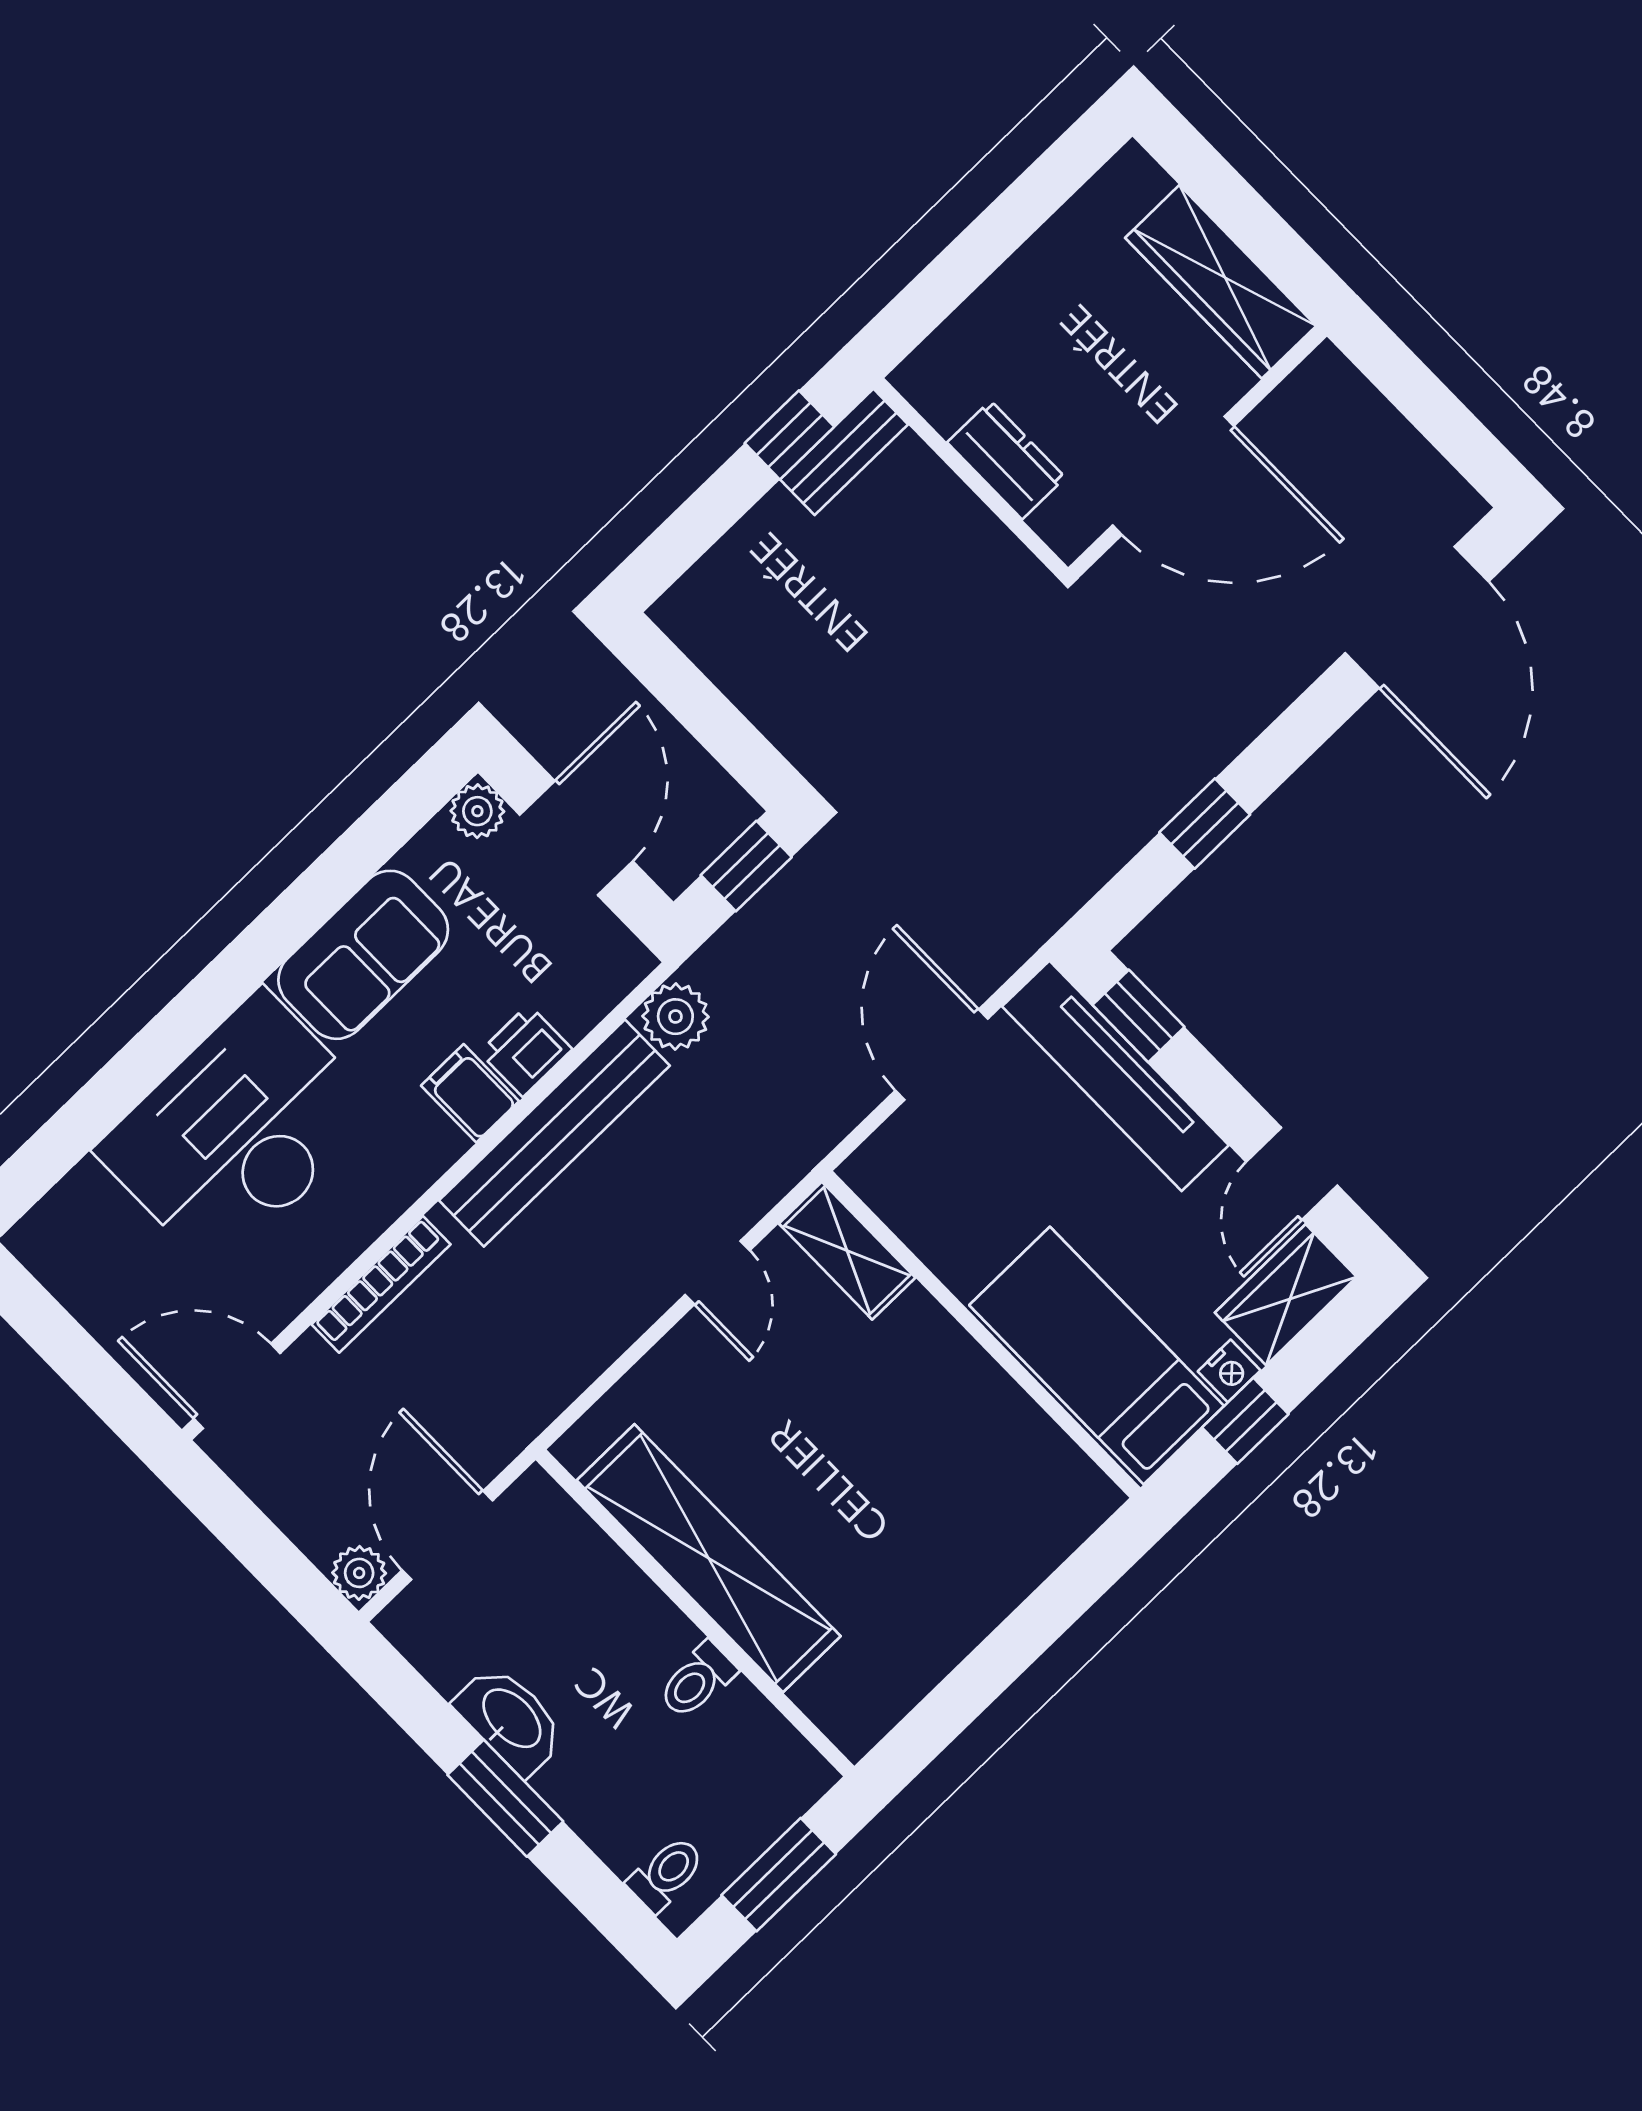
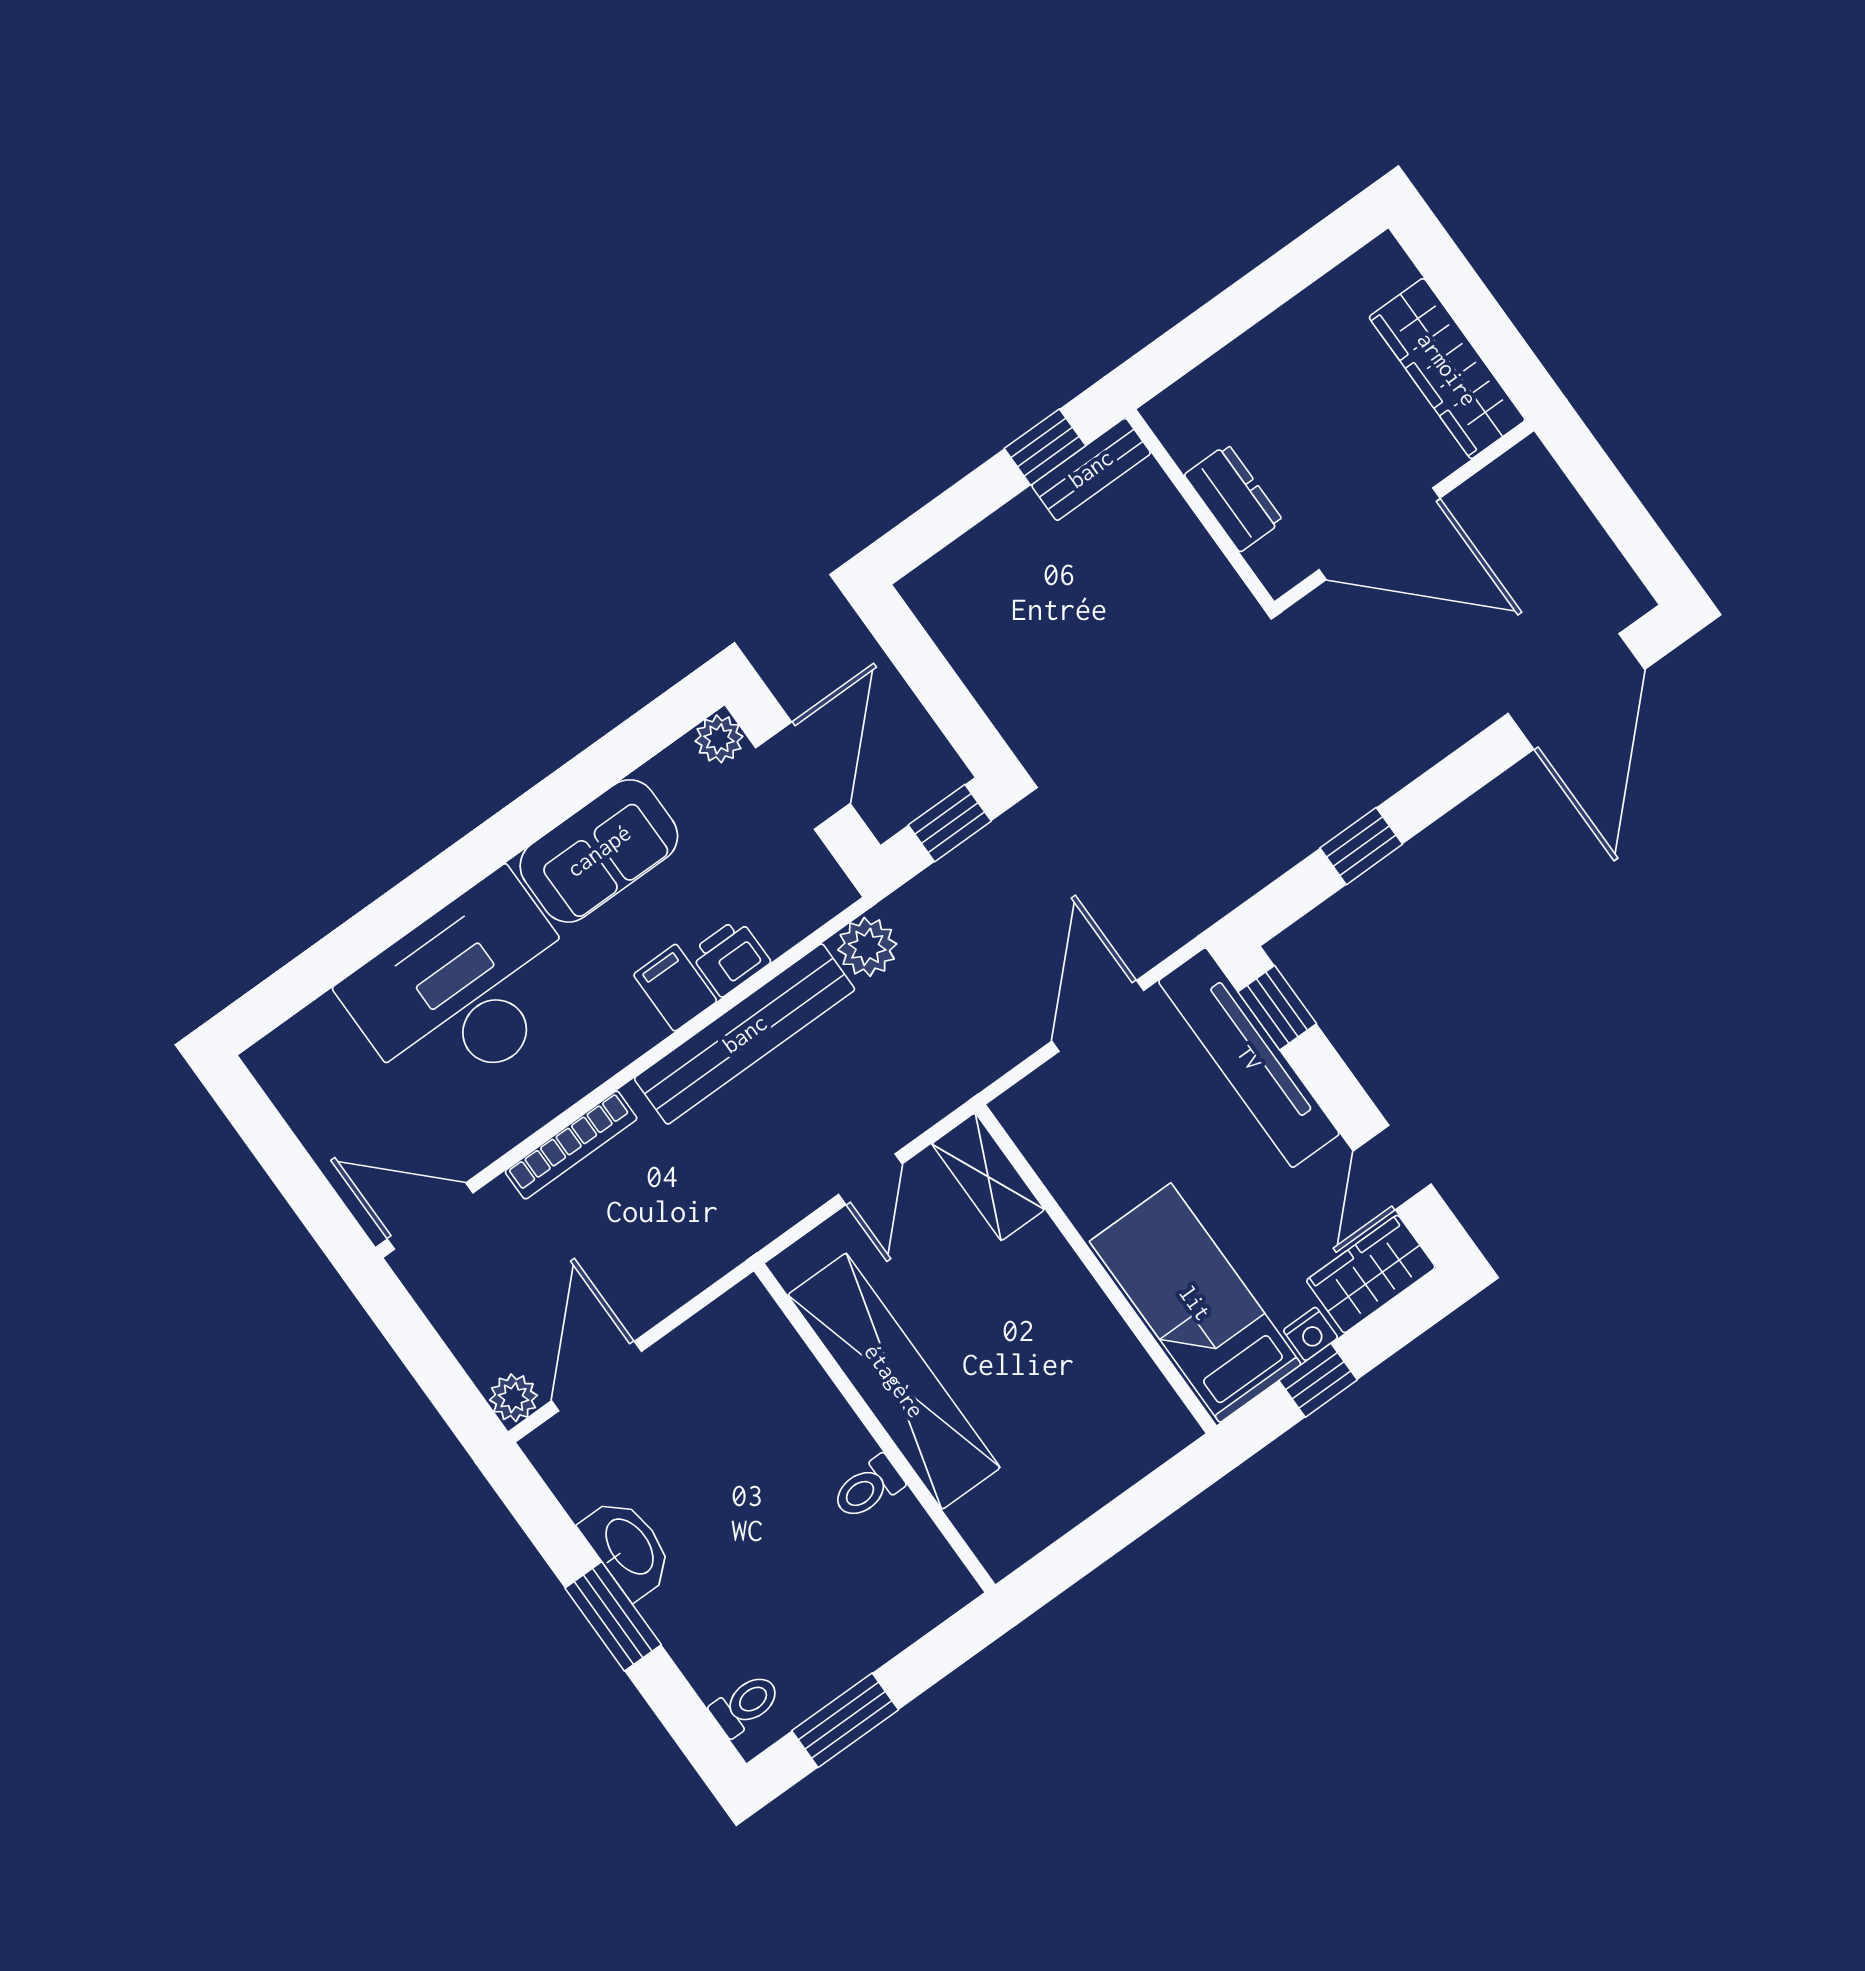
shelving: (709, 1558) -> (894, 1381), moved
wall: (695, 1613) -> (875, 1428), moved
toilet: (697, 1680) -> (868, 1488), moved

